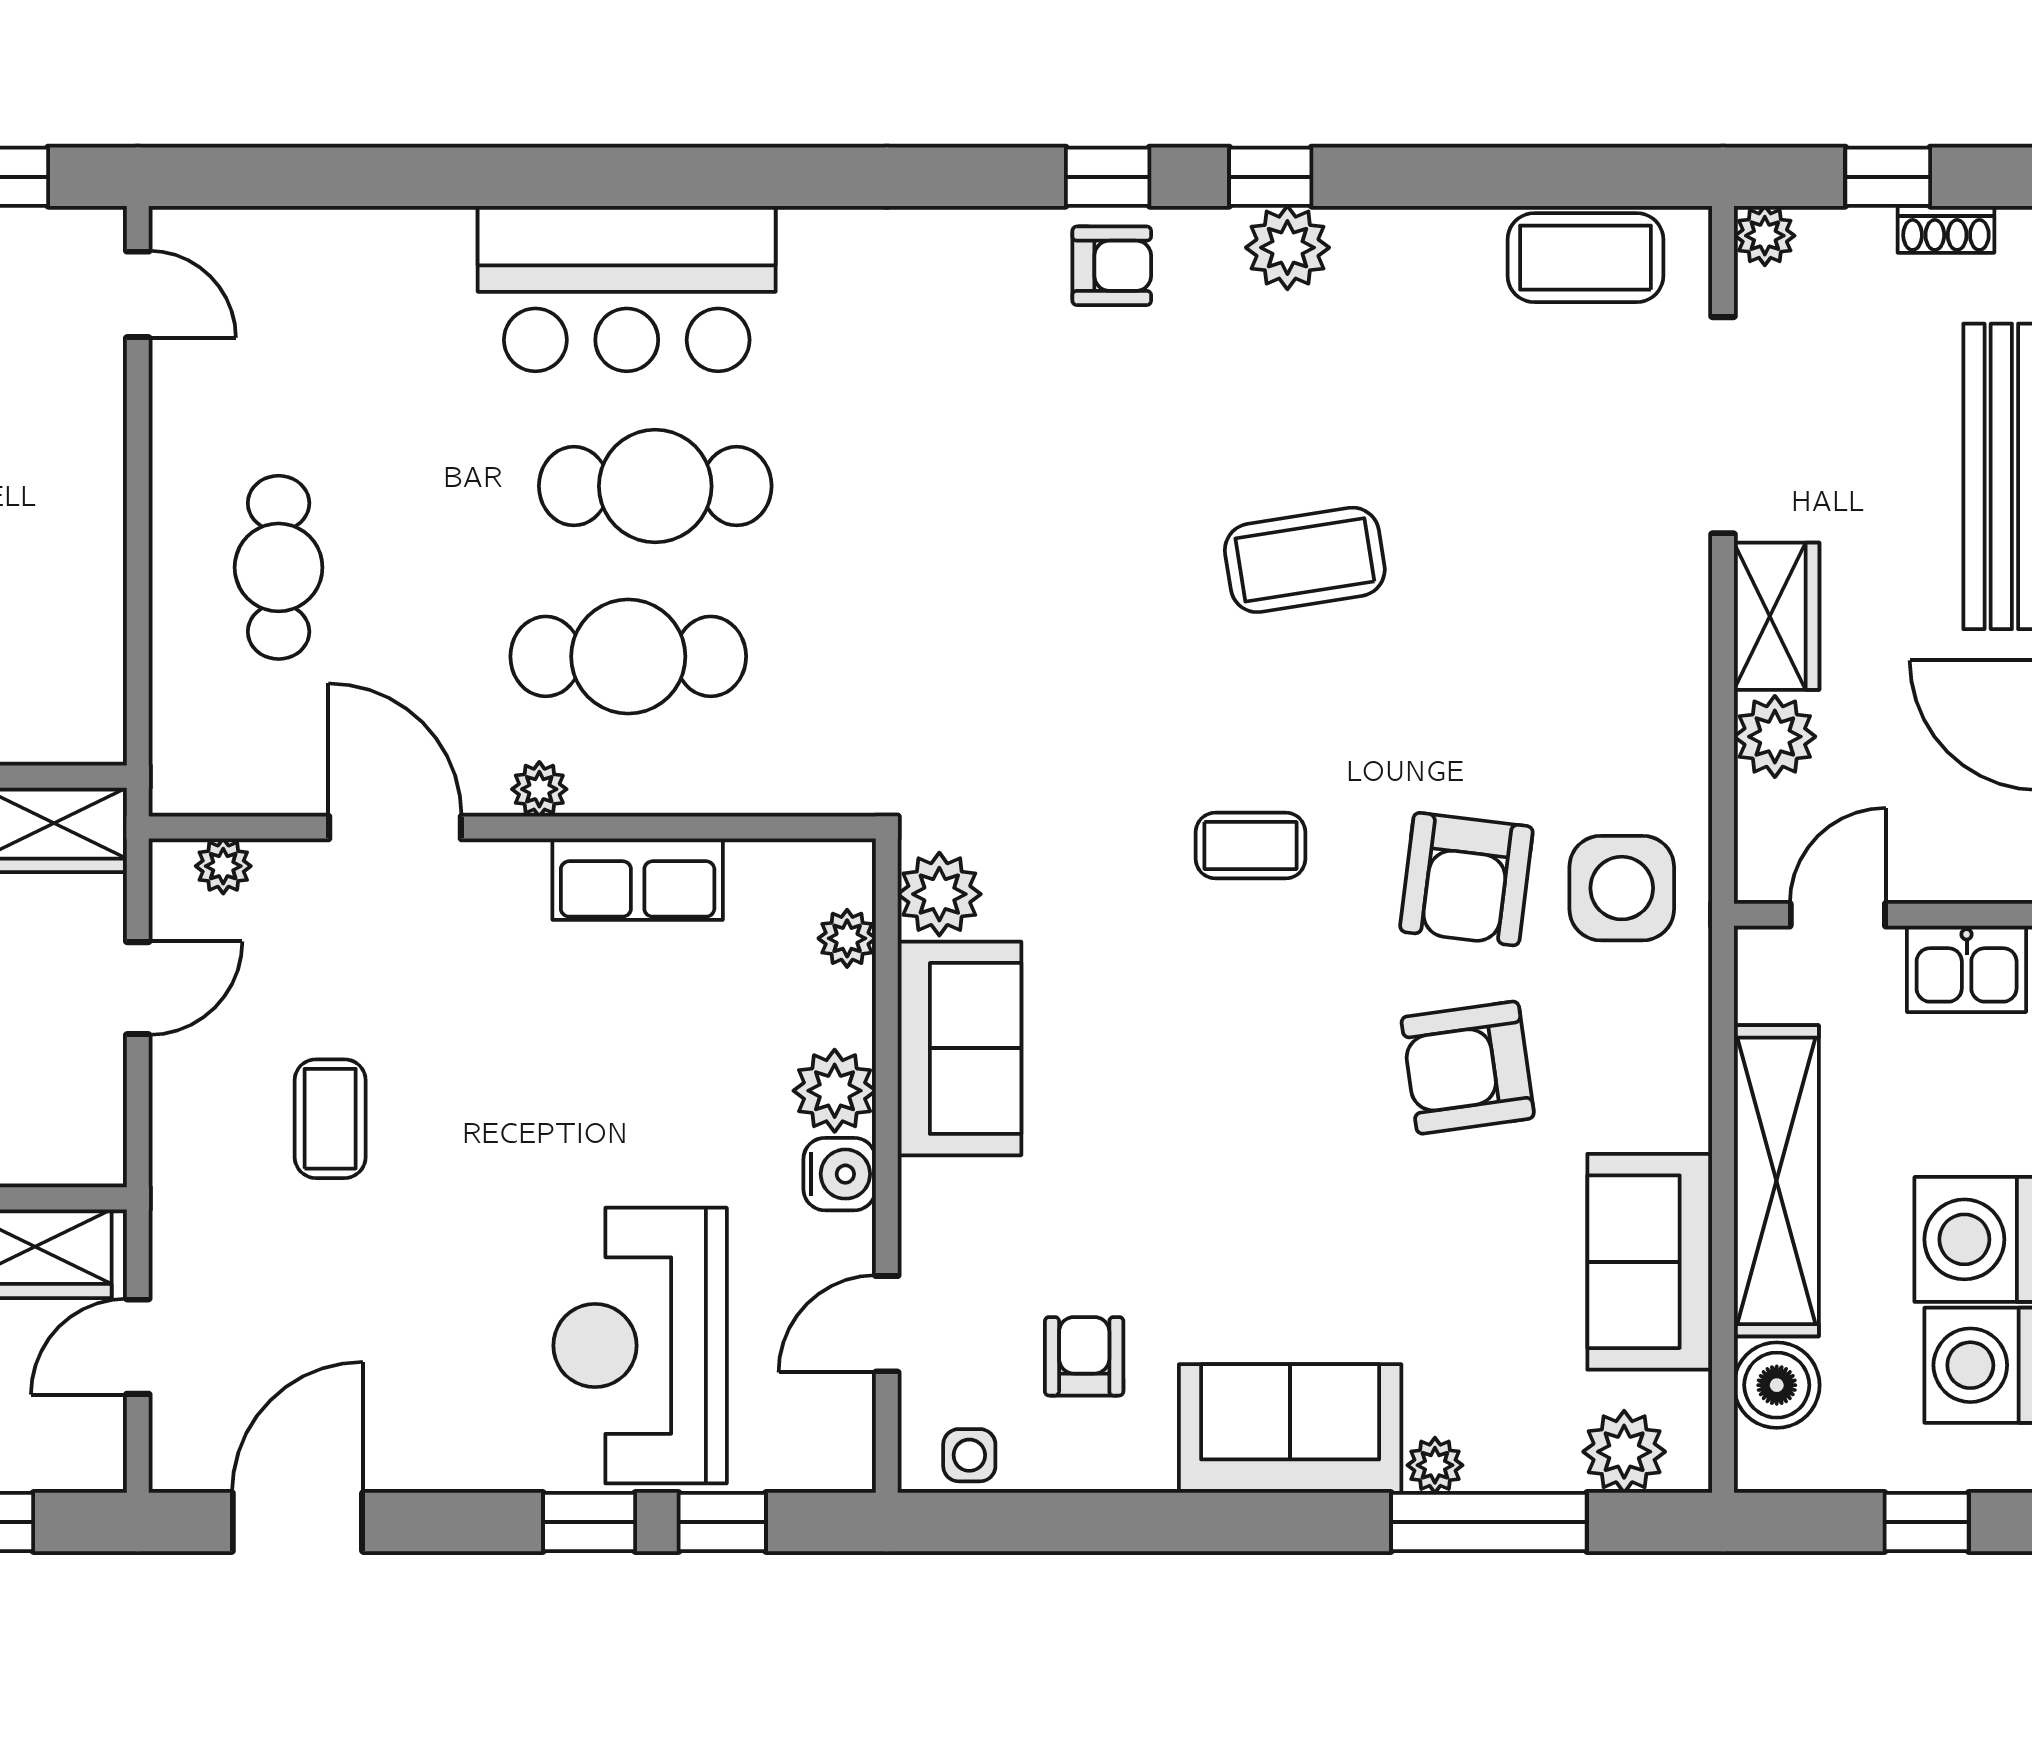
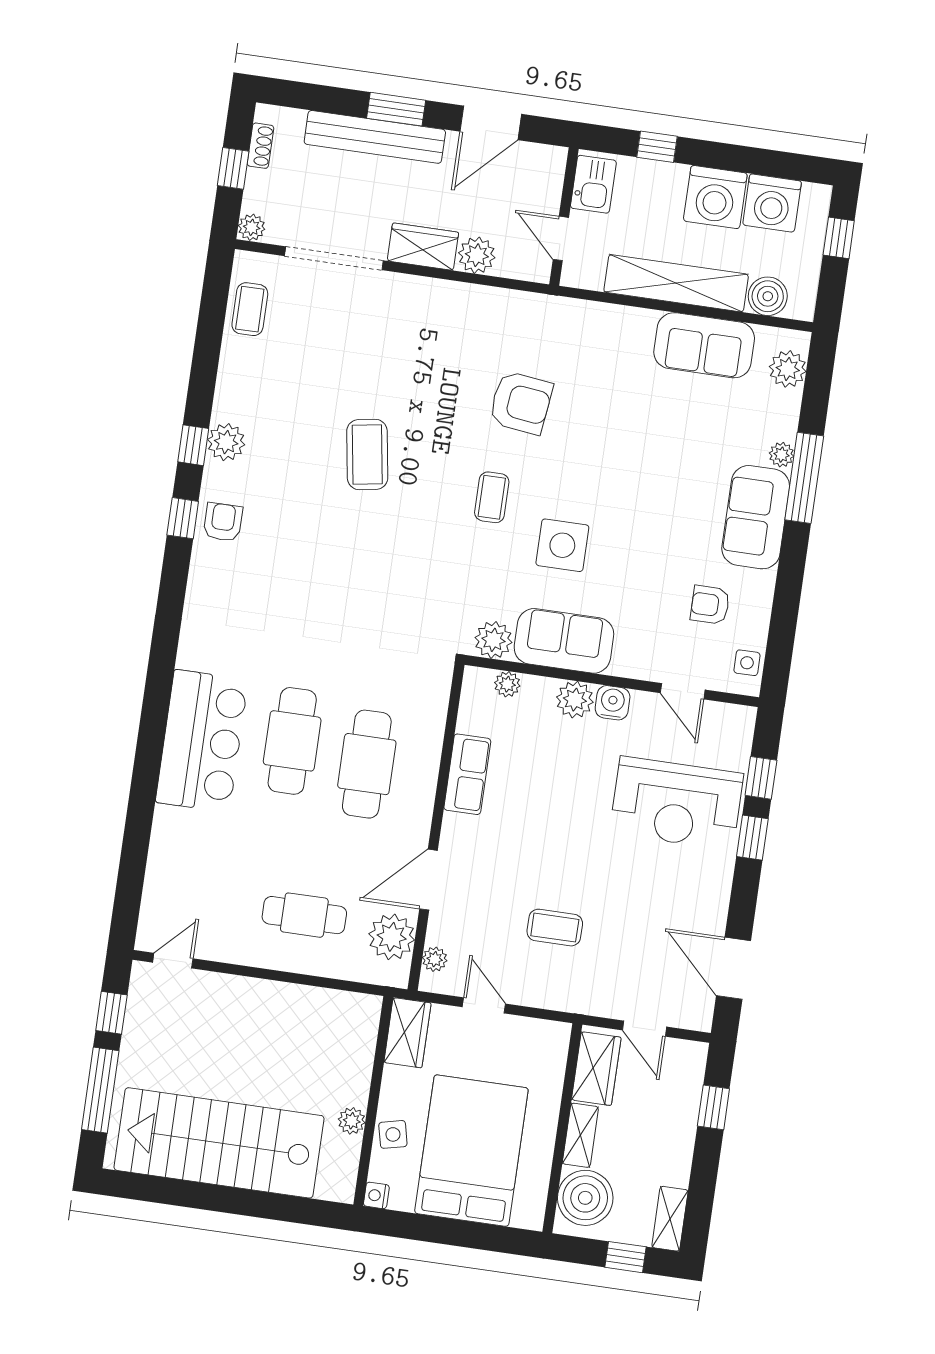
coffee table: (1585, 258) -> (250, 309), width x0.73, depth x0.77
plant: (539, 789) -> (392, 937), moved, width x1.88, depth x1.88
side table: (1622, 888) -> (562, 545), moved
armchair: (1468, 1068) -> (605, 414), removed
window: (1489, 1522) -> (804, 478), moved

